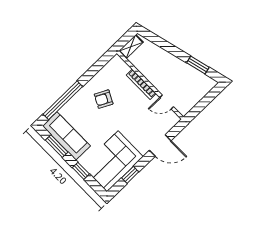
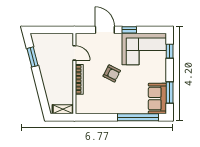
armchair: (104, 99) -> (112, 73), moved
sofa: (66, 136) -> (157, 99), width x0.73
window: (81, 171) -> (170, 51), moved
window: (130, 175) -> (129, 30), moved

